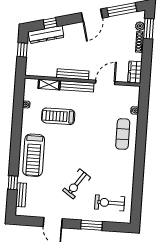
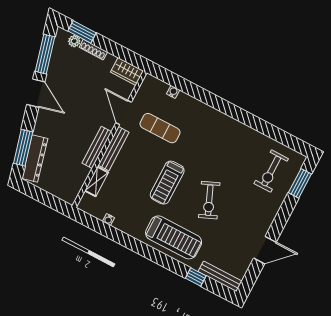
window: (50, 23) -> (23, 148), width x2.17
window: (22, 50) -> (41, 196), removed
treadmill: (58, 116) -> (167, 183), moved
exercise mat: (123, 134) -> (160, 128), moved
exercise bike: (77, 184) -> (209, 200), moved, turned 32
bench: (21, 195) -> (220, 276), width x1.36
window: (92, 225) -> (300, 183), moved

